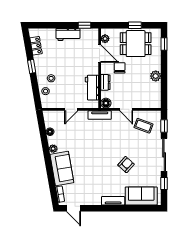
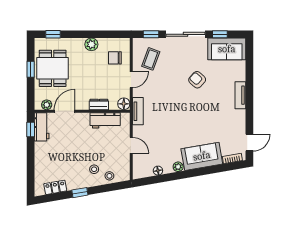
workbench: (68, 34) -> (42, 127), moved
chair: (120, 68) -> (115, 58), moved
sofa: (141, 196) -> (227, 49), moved, turned -90

